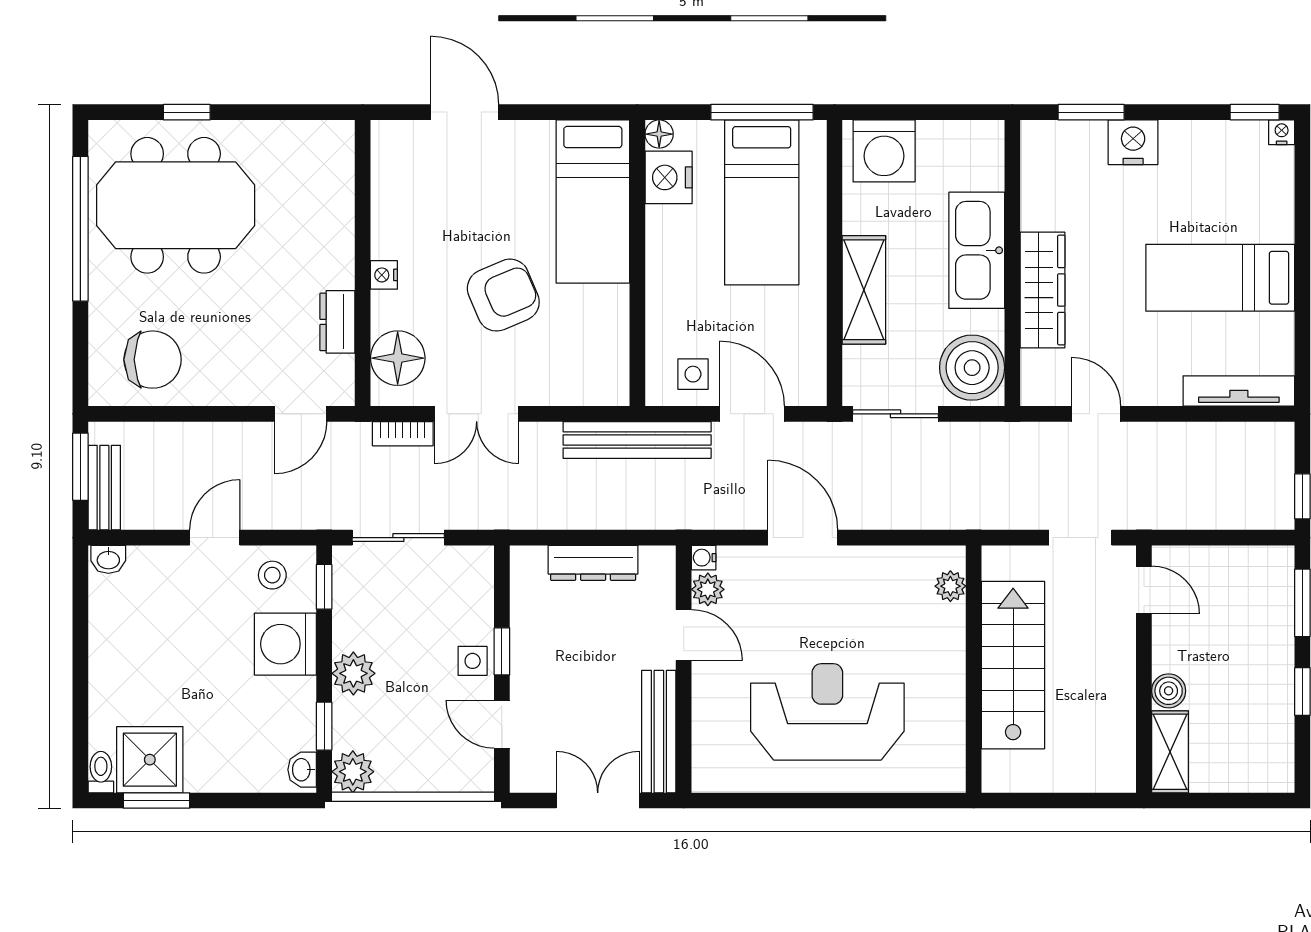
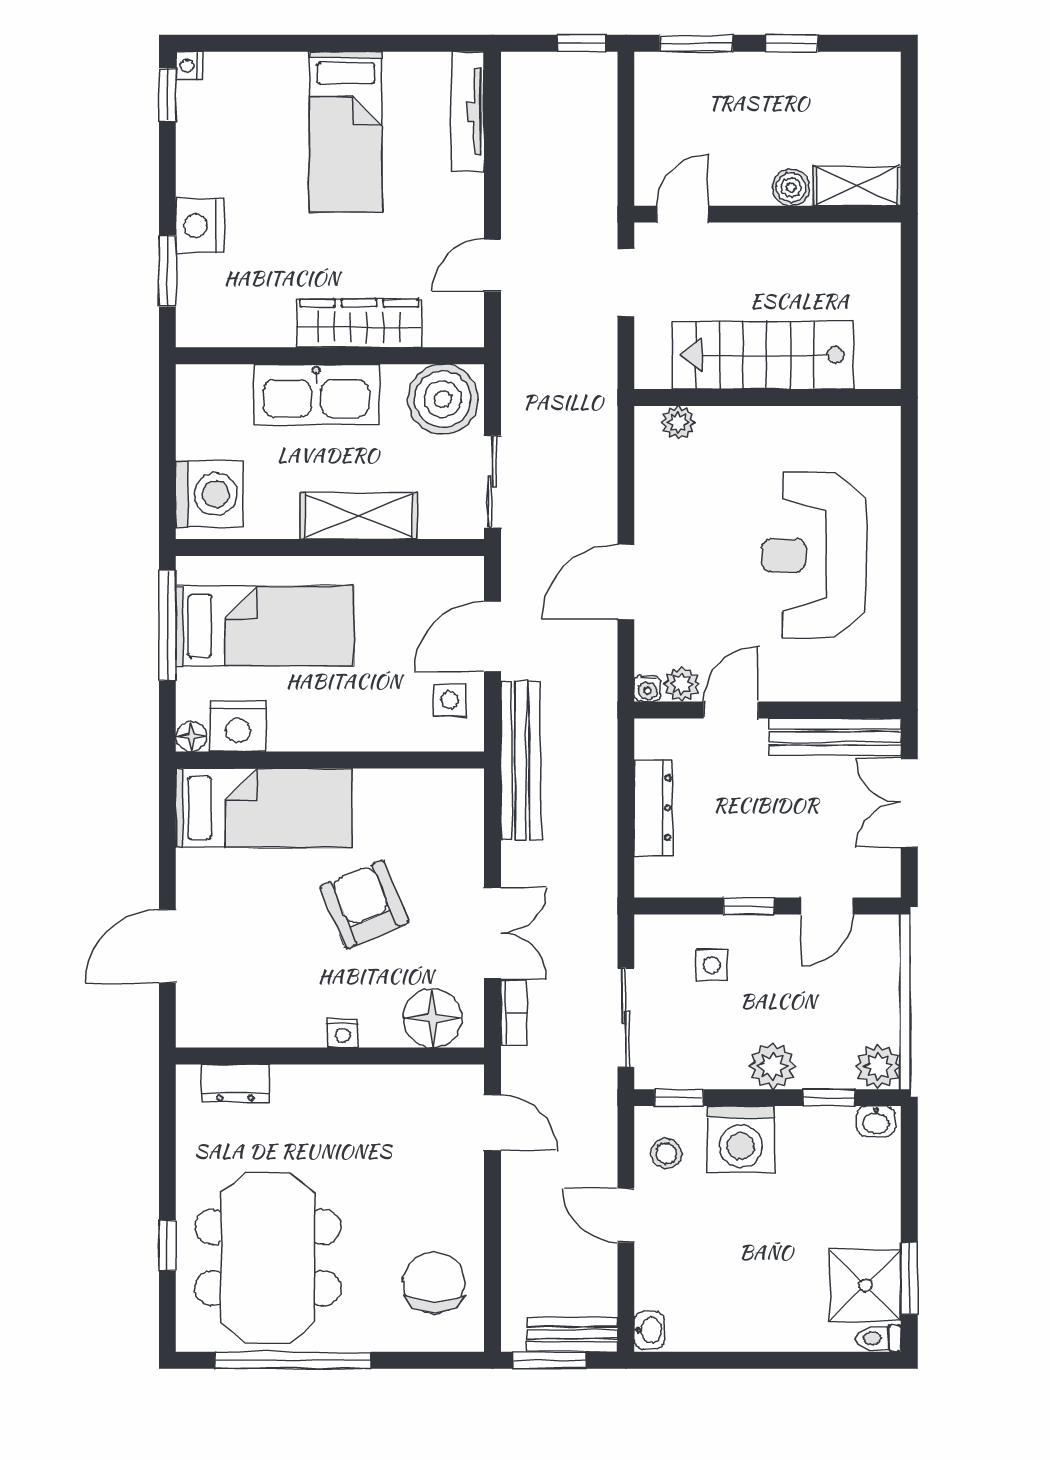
dresser: (337, 322) -> (235, 1083), moved
side table: (473, 661) -> (712, 965), moved

